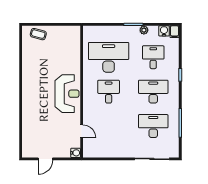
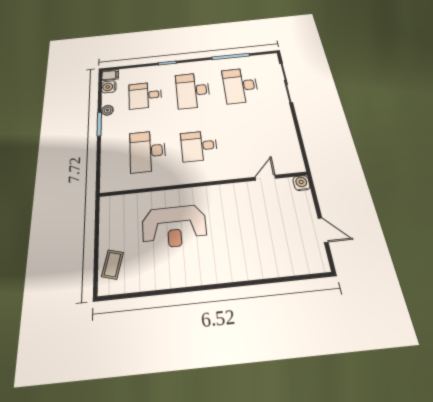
desk: (109, 57) -> (148, 151), width x0.73, depth x0.77
reception desk: (67, 94) -> (174, 227), moved, turned 180

